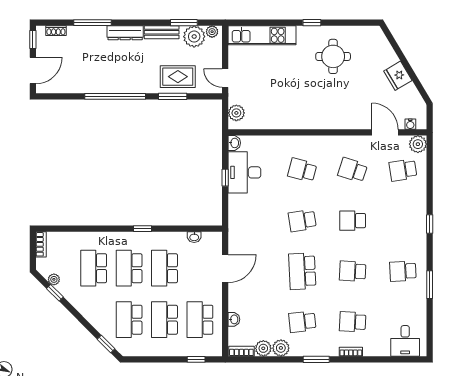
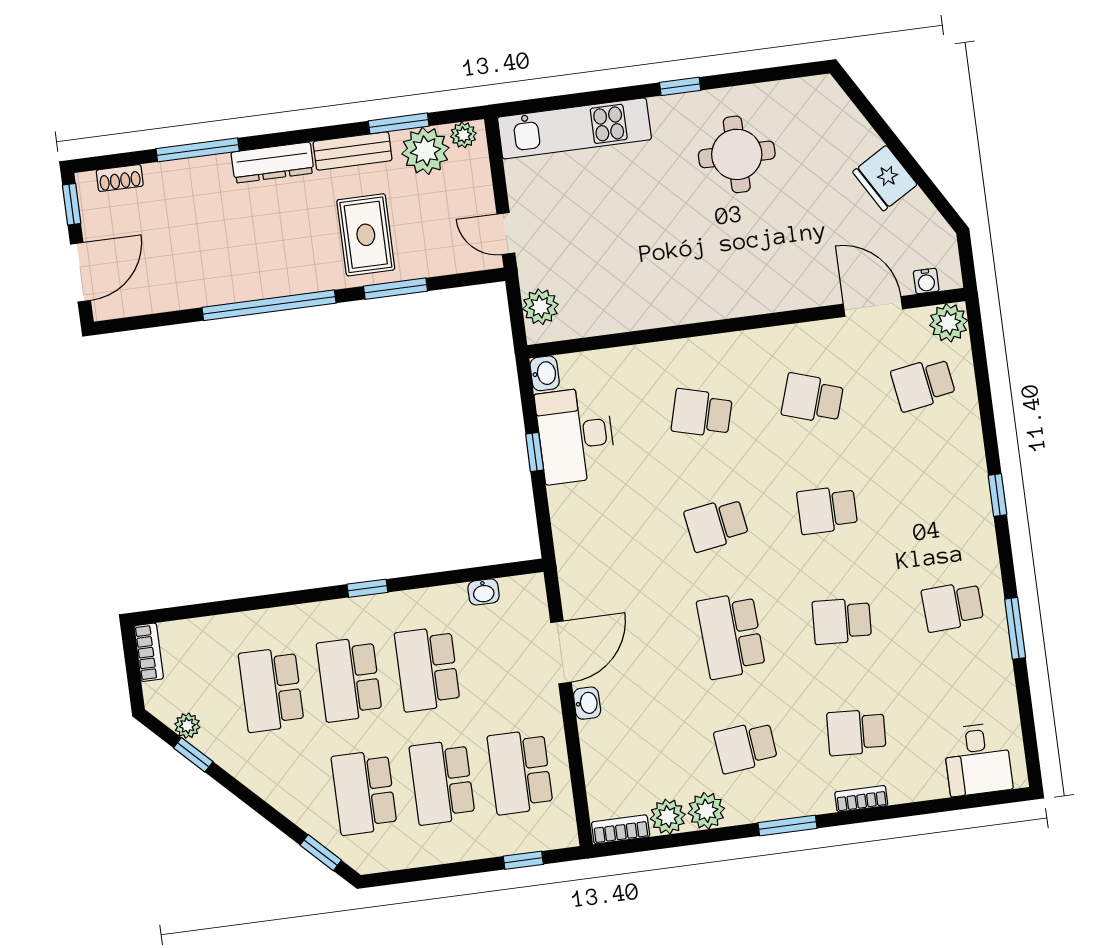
rug: (178, 77) -> (366, 235), moved, turned 90
washbasin: (234, 319) -> (587, 703), moved

